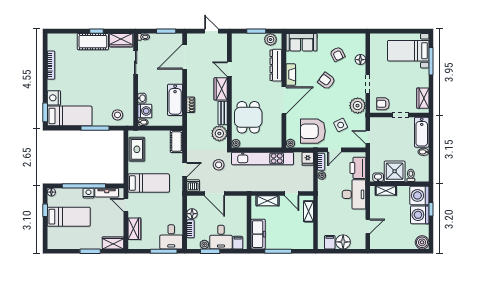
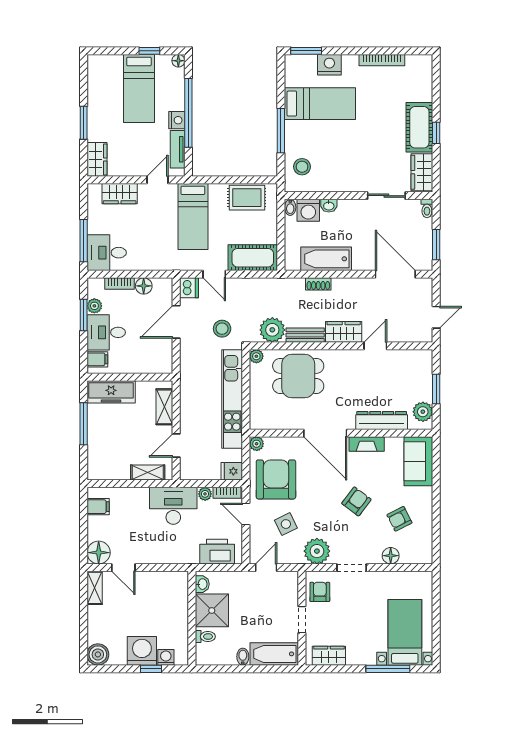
bed: (70, 116) -> (320, 104), moved, turned -90
cot: (176, 142) -> (253, 258), width x1.37, depth x1.34
shelving: (386, 191) -> (95, 588), moved
desk: (354, 194) -> (173, 506), moved, turned 180
washing machine: (419, 195) -> (166, 657), width x0.53, depth x0.53
floor lamp: (343, 242) -> (99, 553), moved

